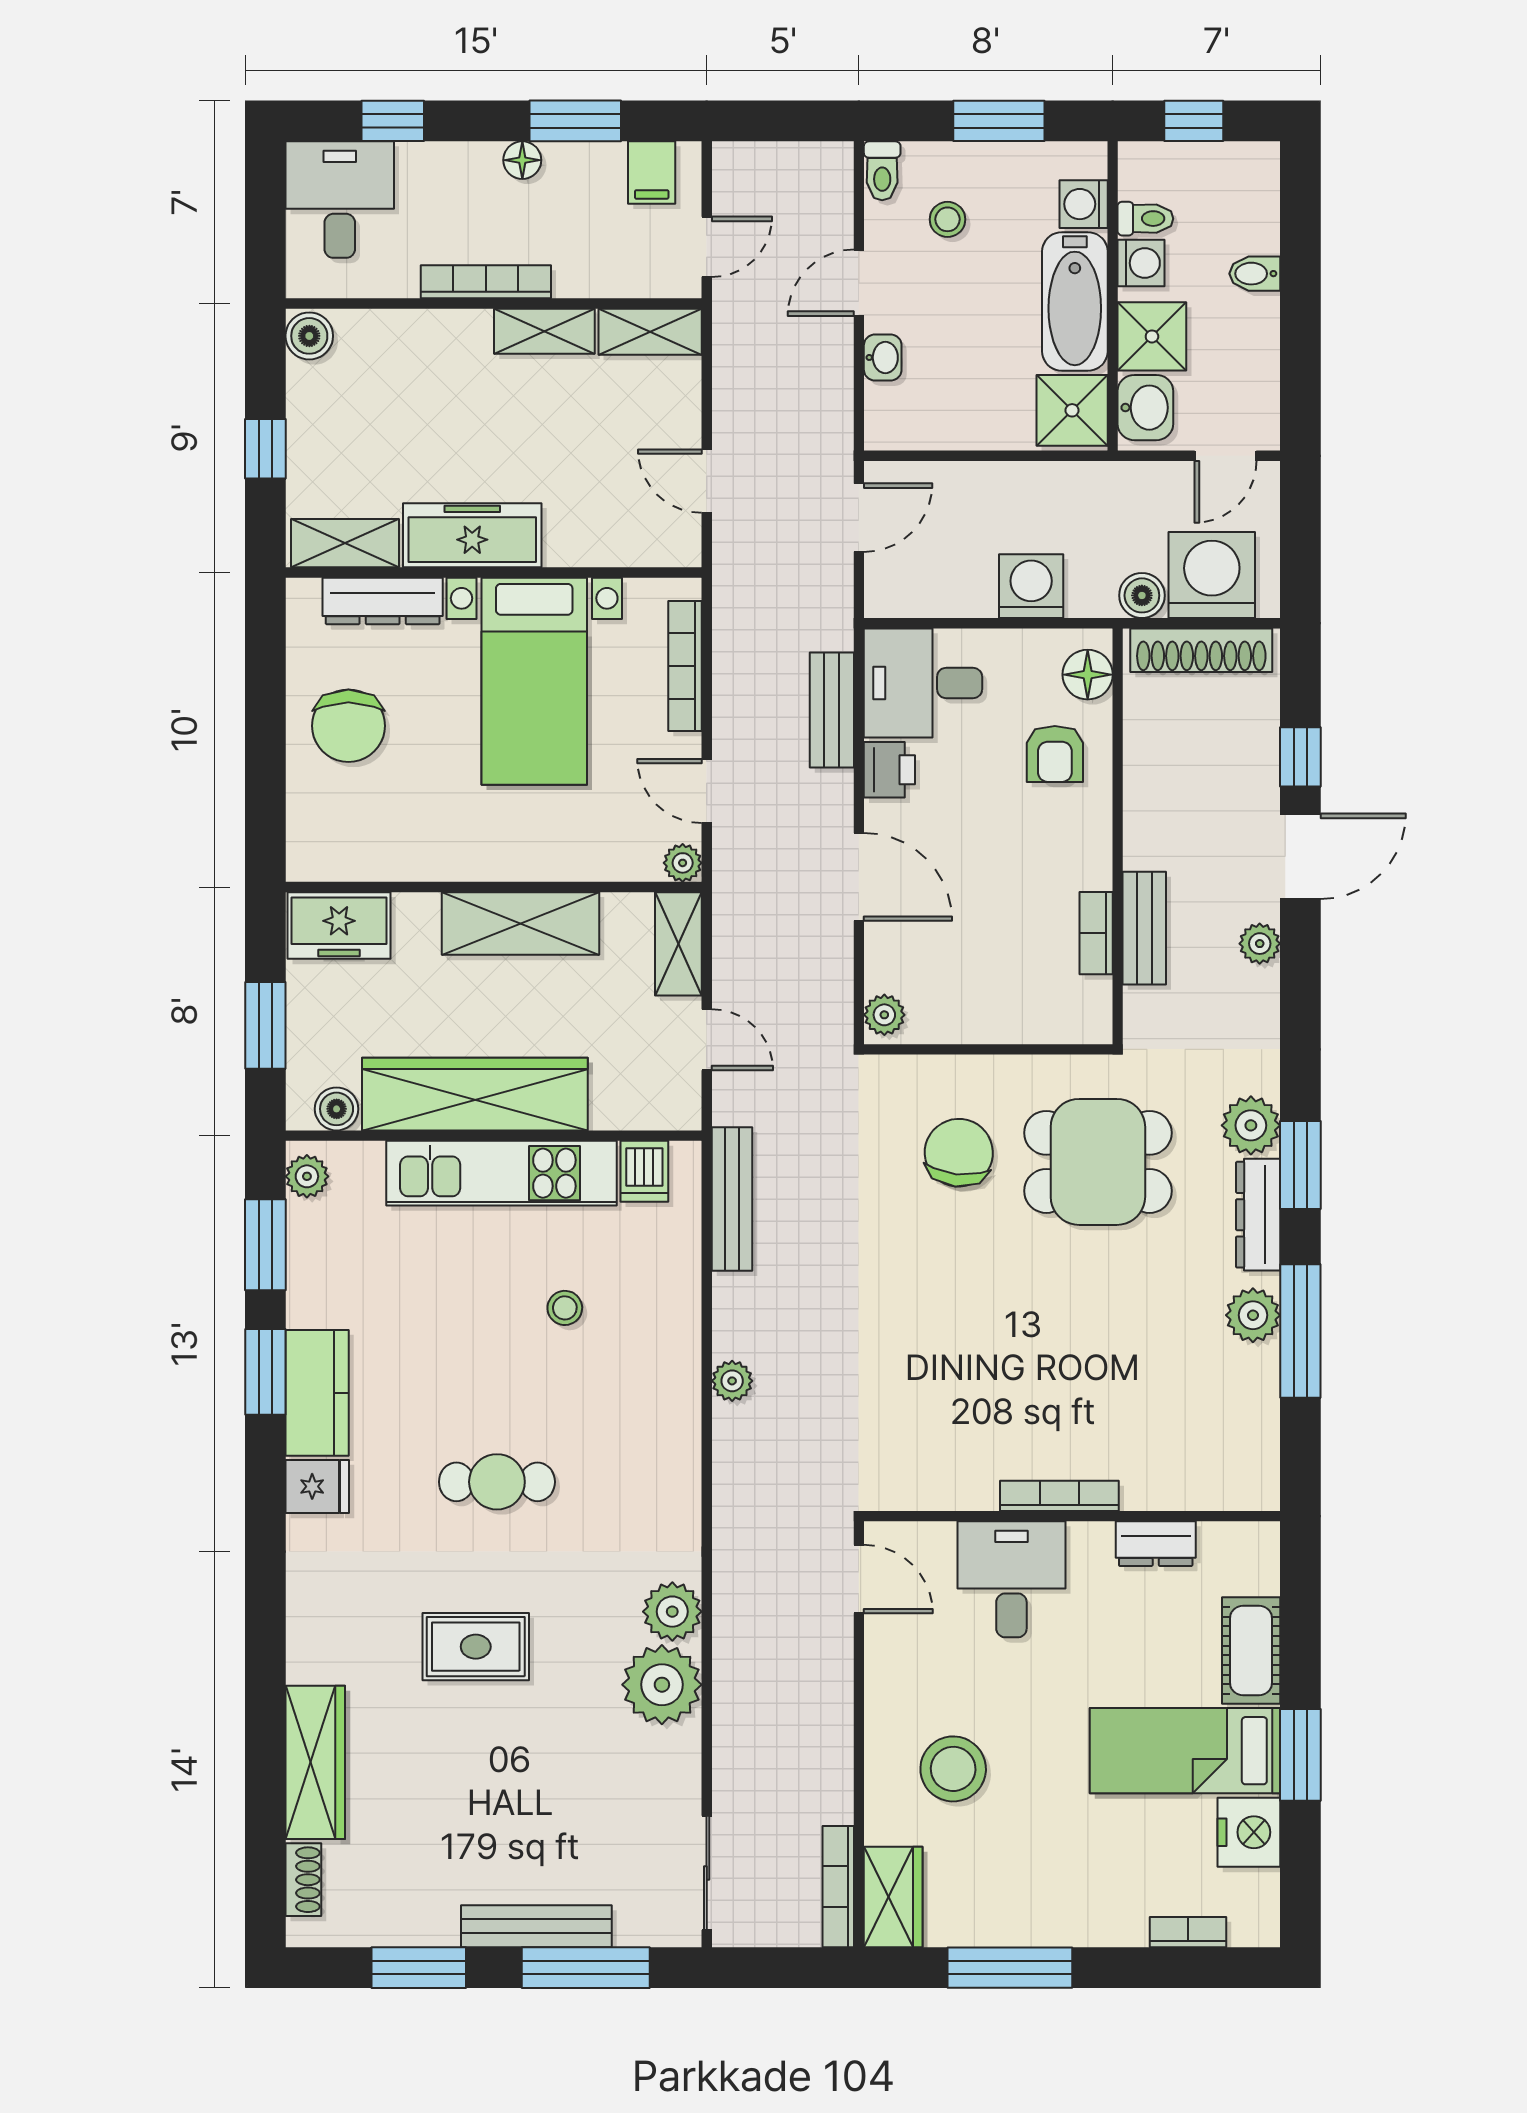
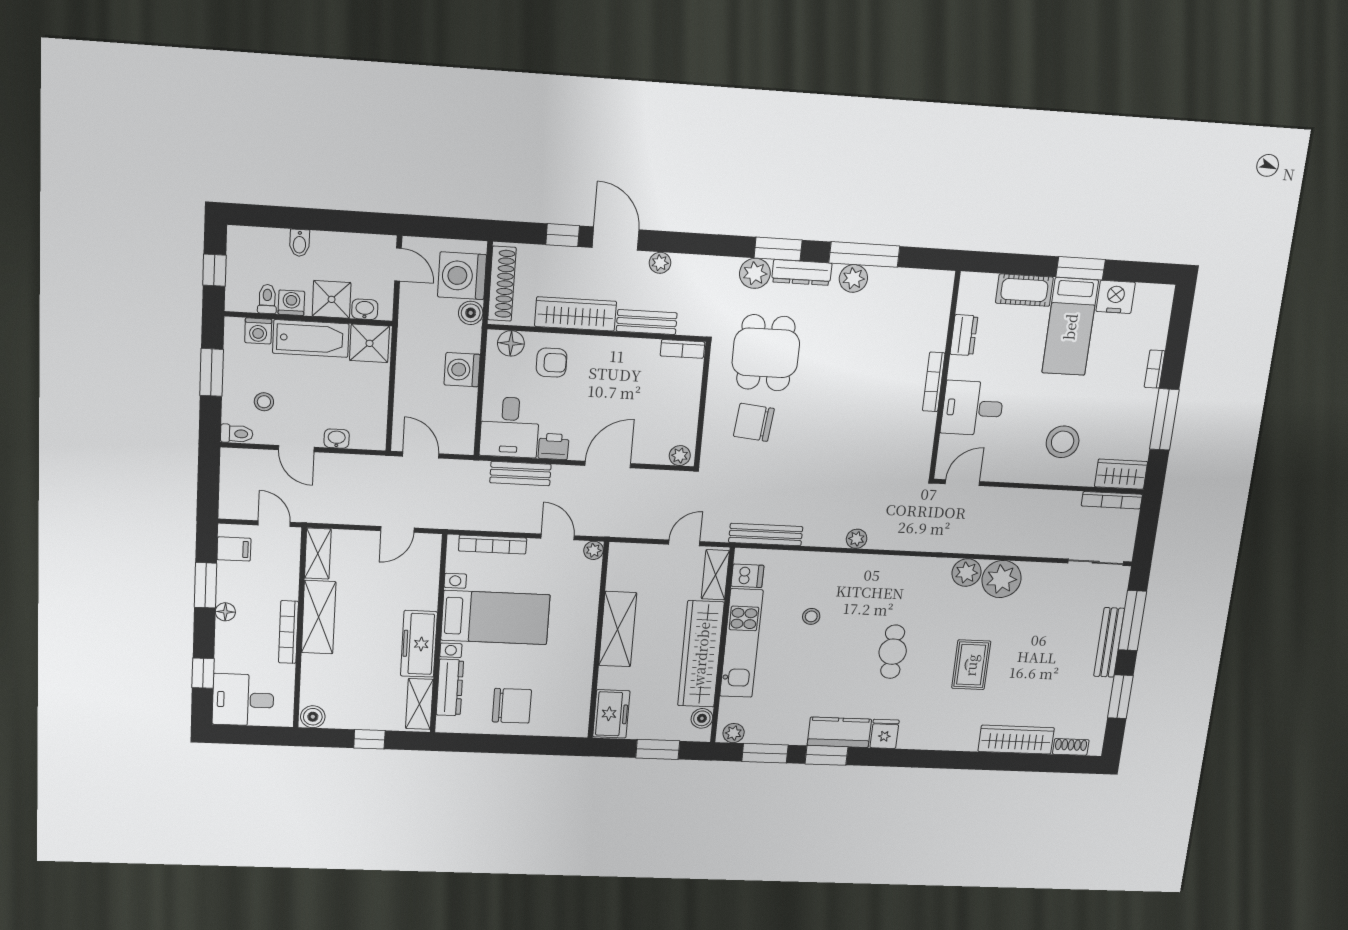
shelving: (544, 331) -> (319, 617), width x1.50, depth x1.33
washbasin: (1145, 408) -> (365, 309), width x0.72, depth x0.69
door: (707, 791) -> (558, 537), swing flipped
wardrobe: (1152, 792) -> (576, 314), added
bookcase: (1096, 933) -> (682, 349), moved
shelving: (678, 944) -> (715, 575), moved, turned 90
bookcase: (1188, 1932) -> (1155, 369), moved

